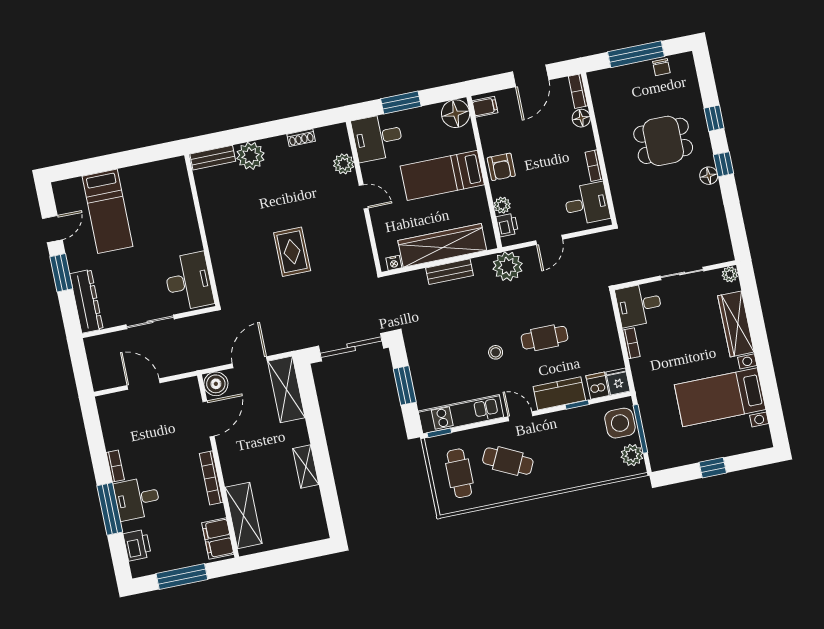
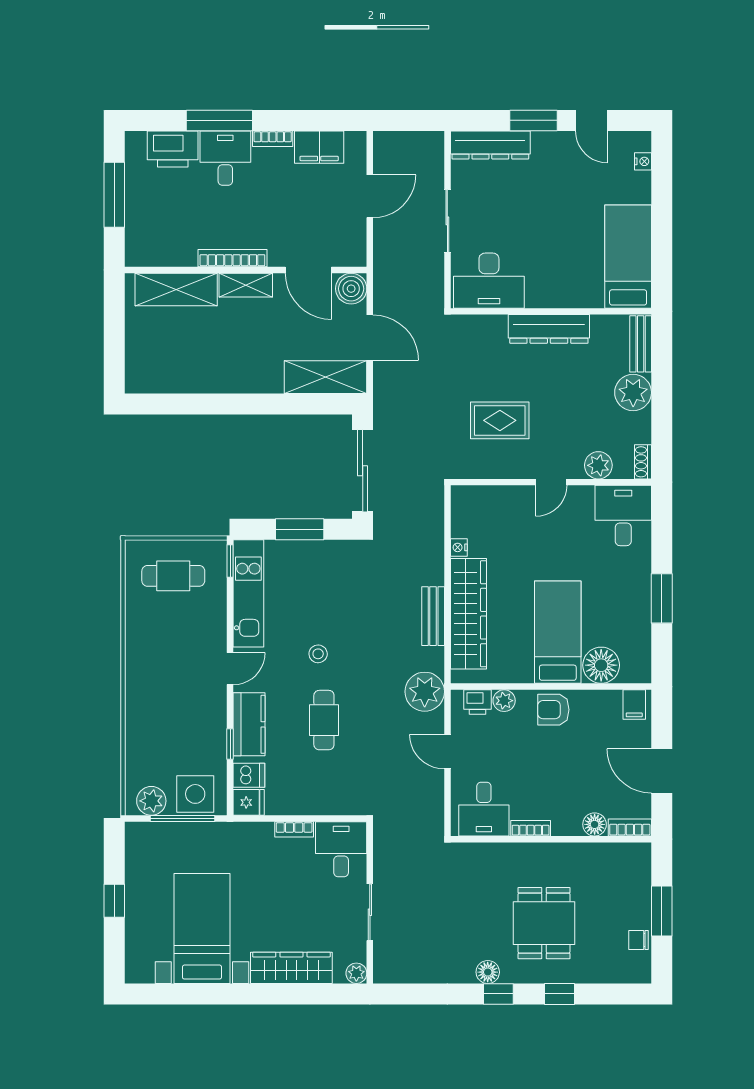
window: (636, 54) -> (662, 911), width x0.69
floor lamp: (456, 114) -> (601, 665), moved
desk: (378, 137) -> (623, 516), moved
plant: (344, 164) -> (598, 465), moved
nightstand: (75, 184) -> (643, 161), added
door: (364, 197) -> (551, 482), moved
wall: (364, 197) -> (551, 482), moved
bed: (108, 211) -> (628, 257), moved, turned 90
dresser: (216, 229) -> (549, 329), added
cafe table: (508, 461) -> (176, 641), removed
shelving: (306, 467) -> (246, 285), moved
filing cabinet: (218, 538) -> (319, 147), moved, turned 180
printer: (137, 545) -> (173, 149), width x1.37, depth x1.19

